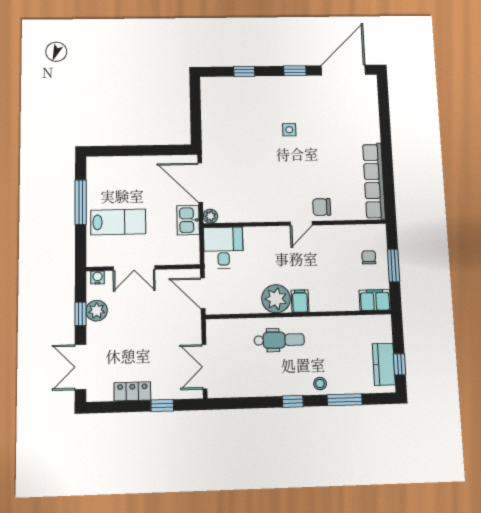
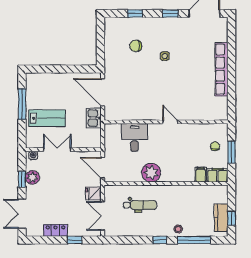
row of seats: (374, 181) -> (222, 69), moved
chair: (322, 207) -> (136, 46), moved
plant: (210, 216) -> (109, 116), removed
door: (301, 223) -> (170, 122), swing flipped
desk: (223, 248) -> (134, 137), moved
double door: (134, 268) -> (57, 150), swing flipped
filing cabinet: (300, 301) -> (201, 175), moved
fridge: (190, 333) -> (93, 193), added
dental chair: (279, 340) -> (140, 205), moved
window: (345, 400) -> (194, 240), width x1.44

